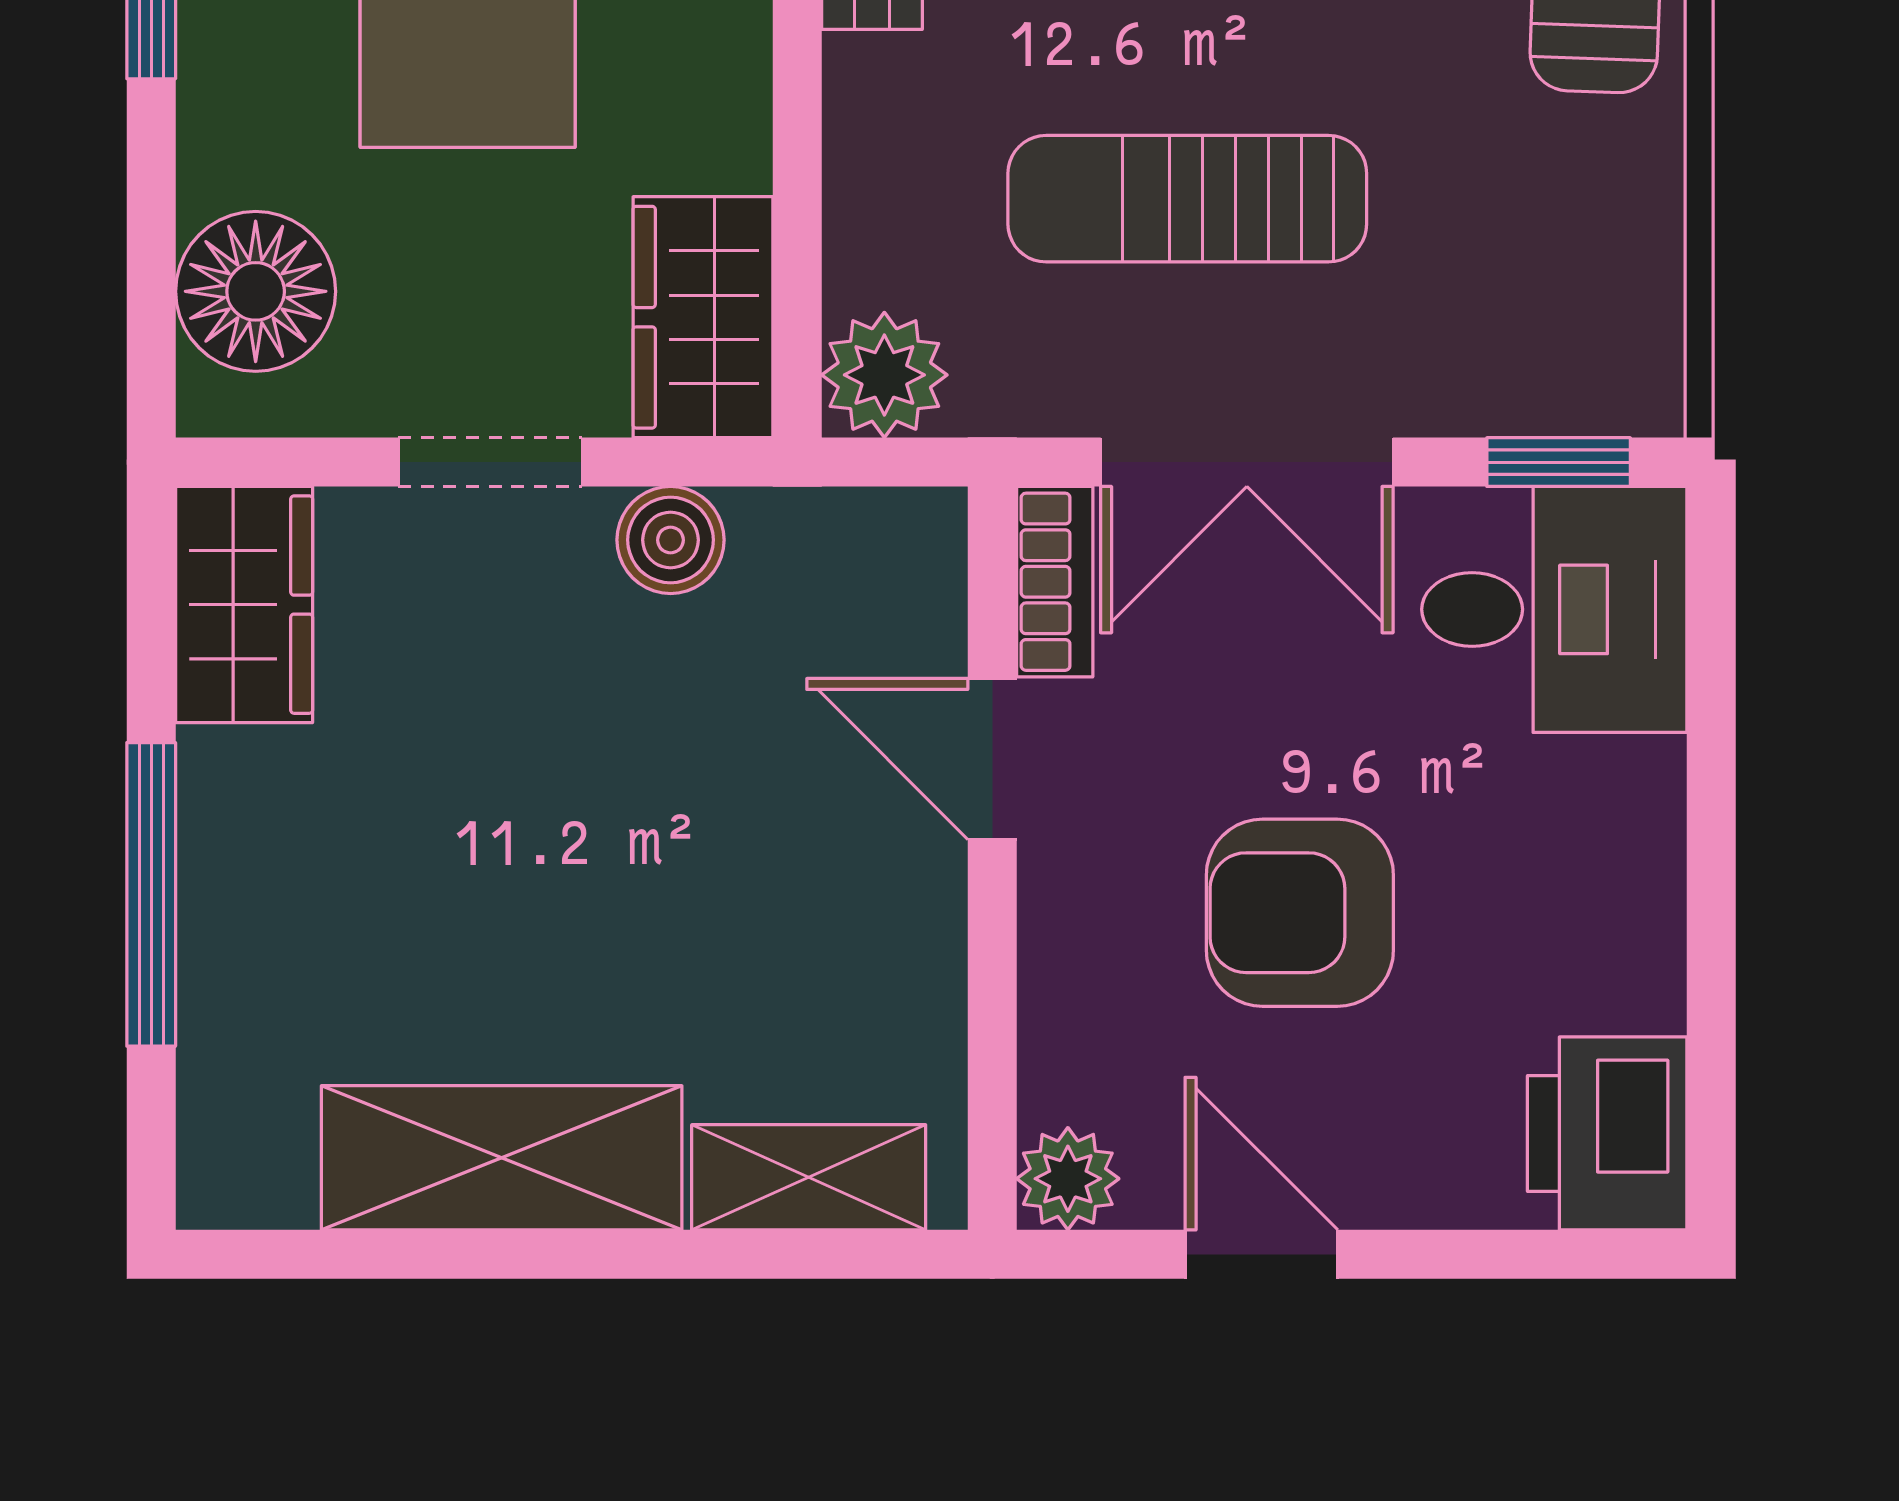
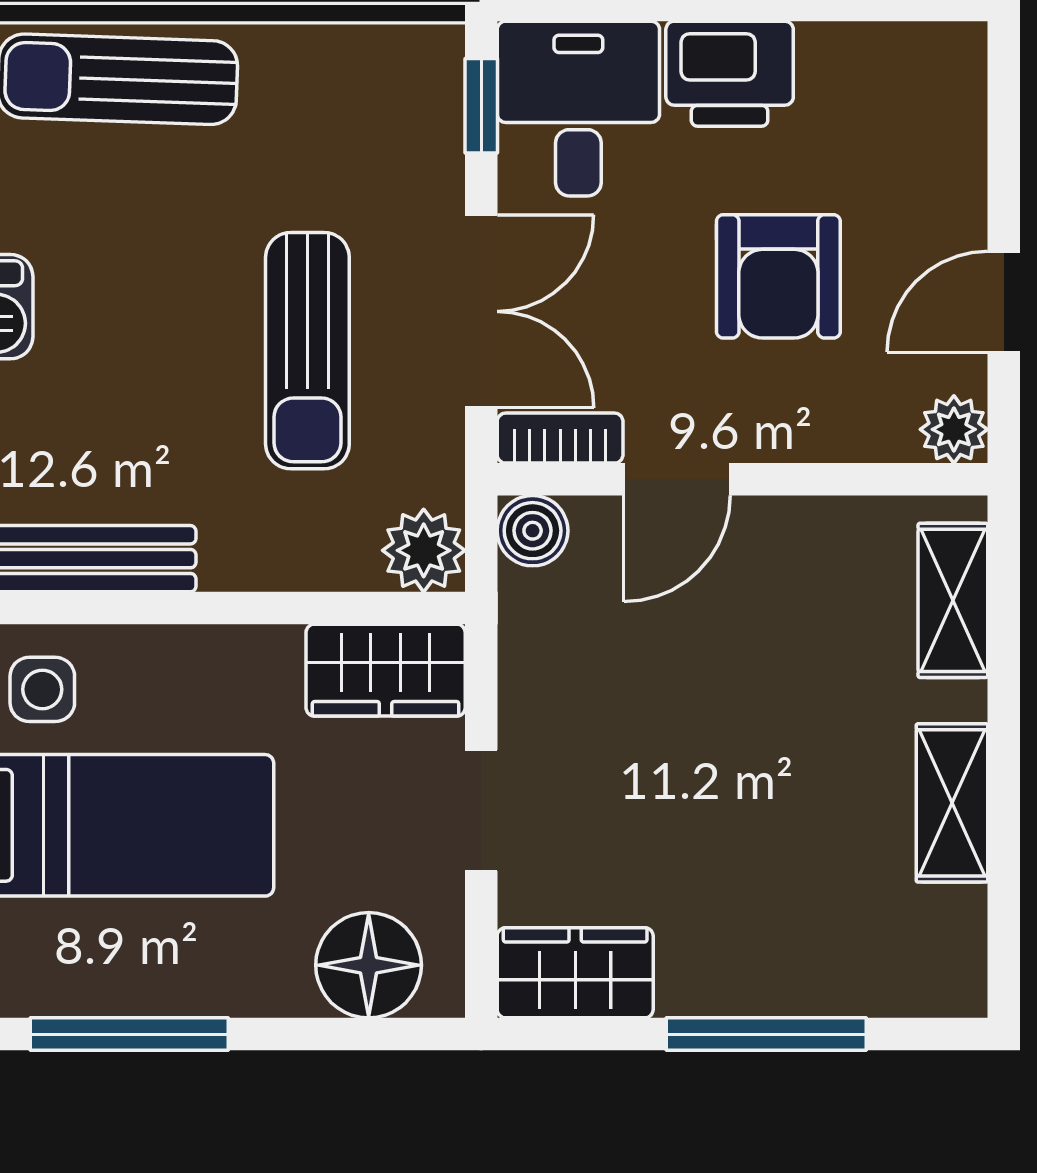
boiler: (671, 540) -> (533, 531), moved
printer: (1607, 1133) -> (730, 74), moved
shelving: (502, 1158) -> (952, 803), width x0.67, depth x0.75

